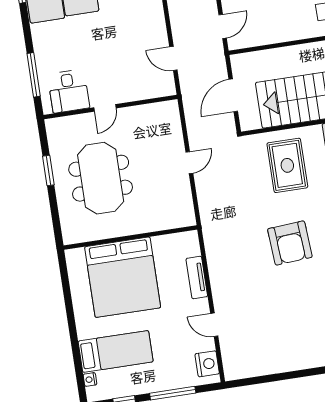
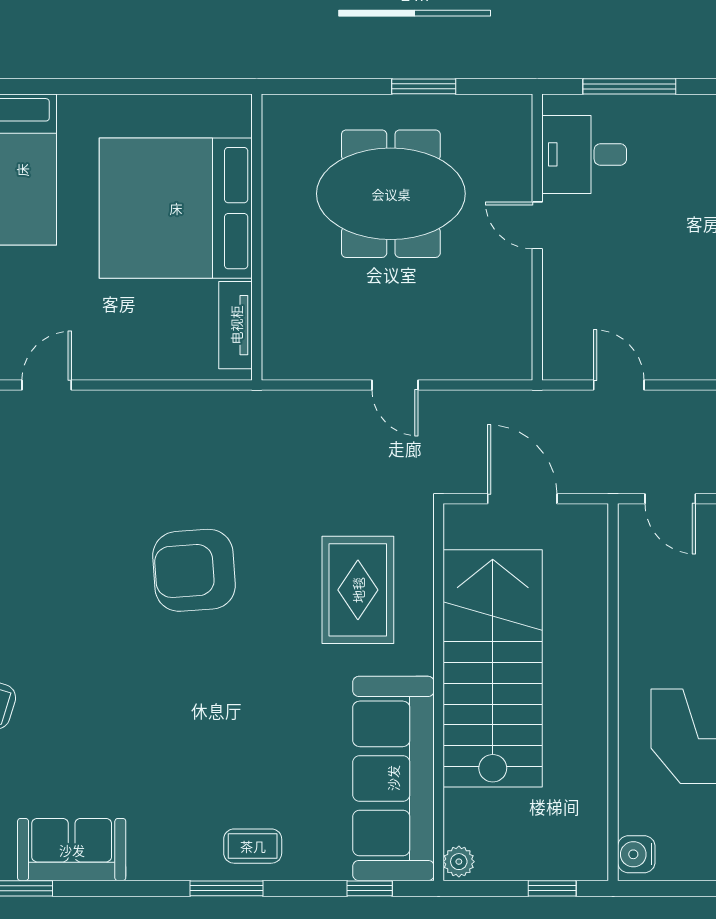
door: (173, 58) -> (619, 385), hinge flipped
rug: (287, 165) -> (358, 590), turned 90
tv unit: (197, 277) -> (236, 325), moved, turned -90

